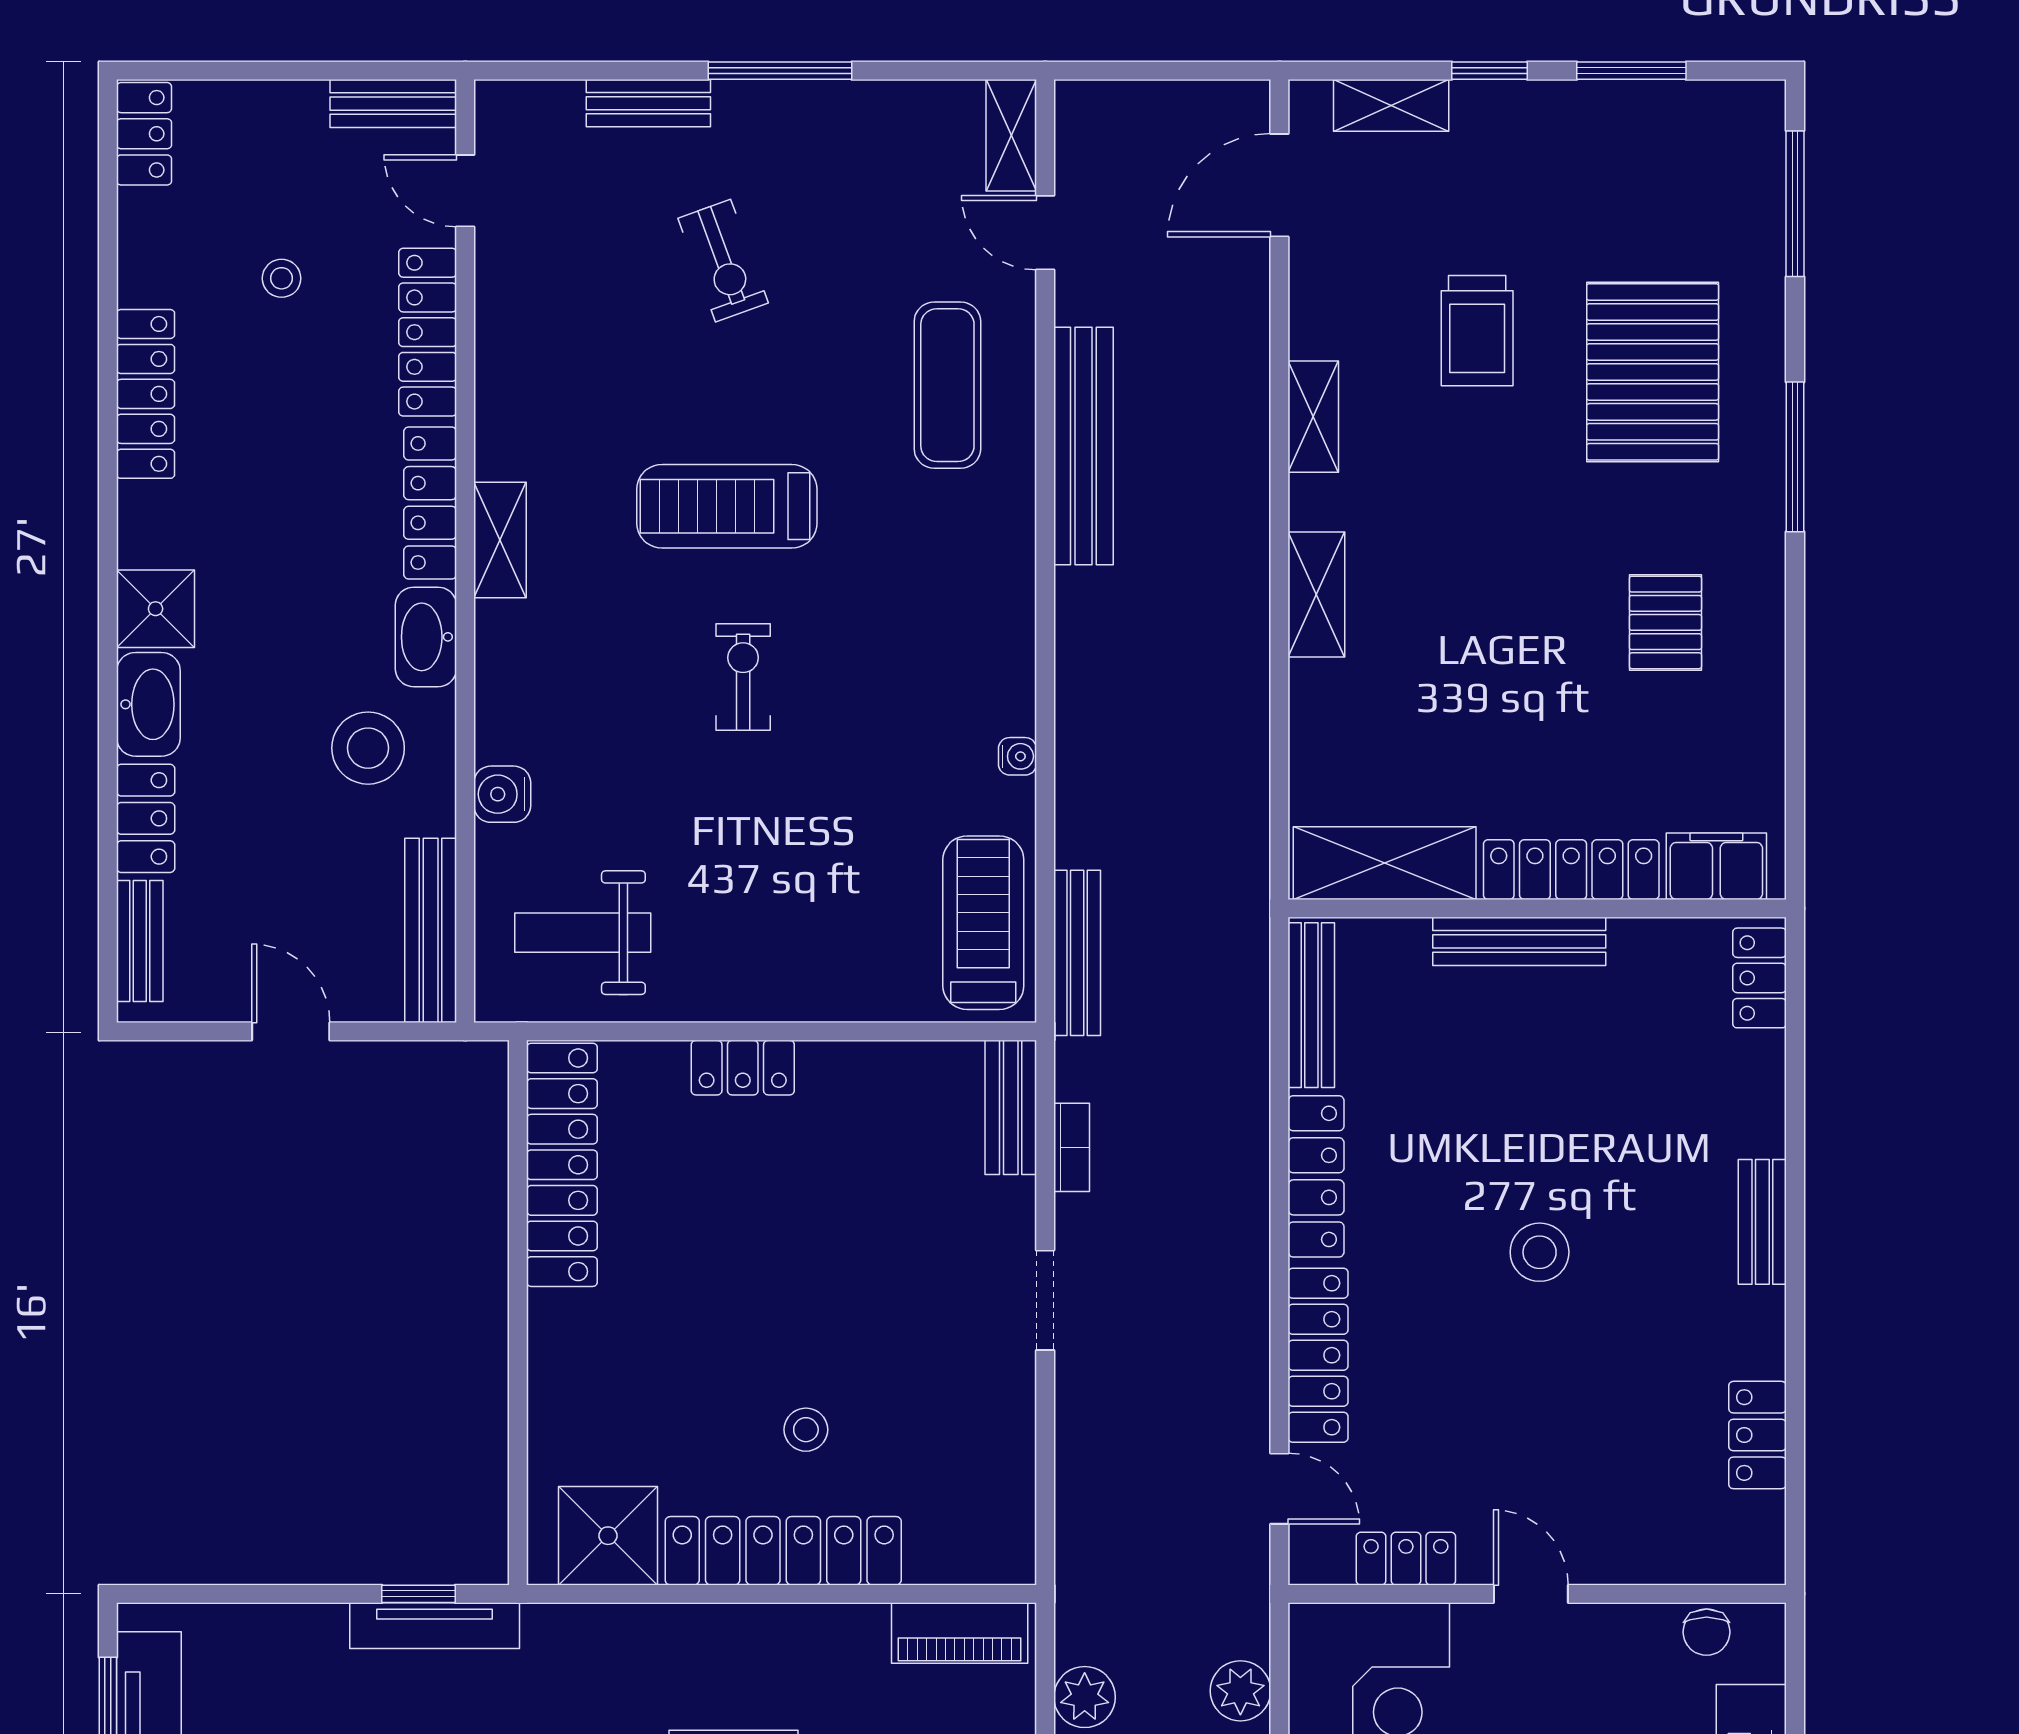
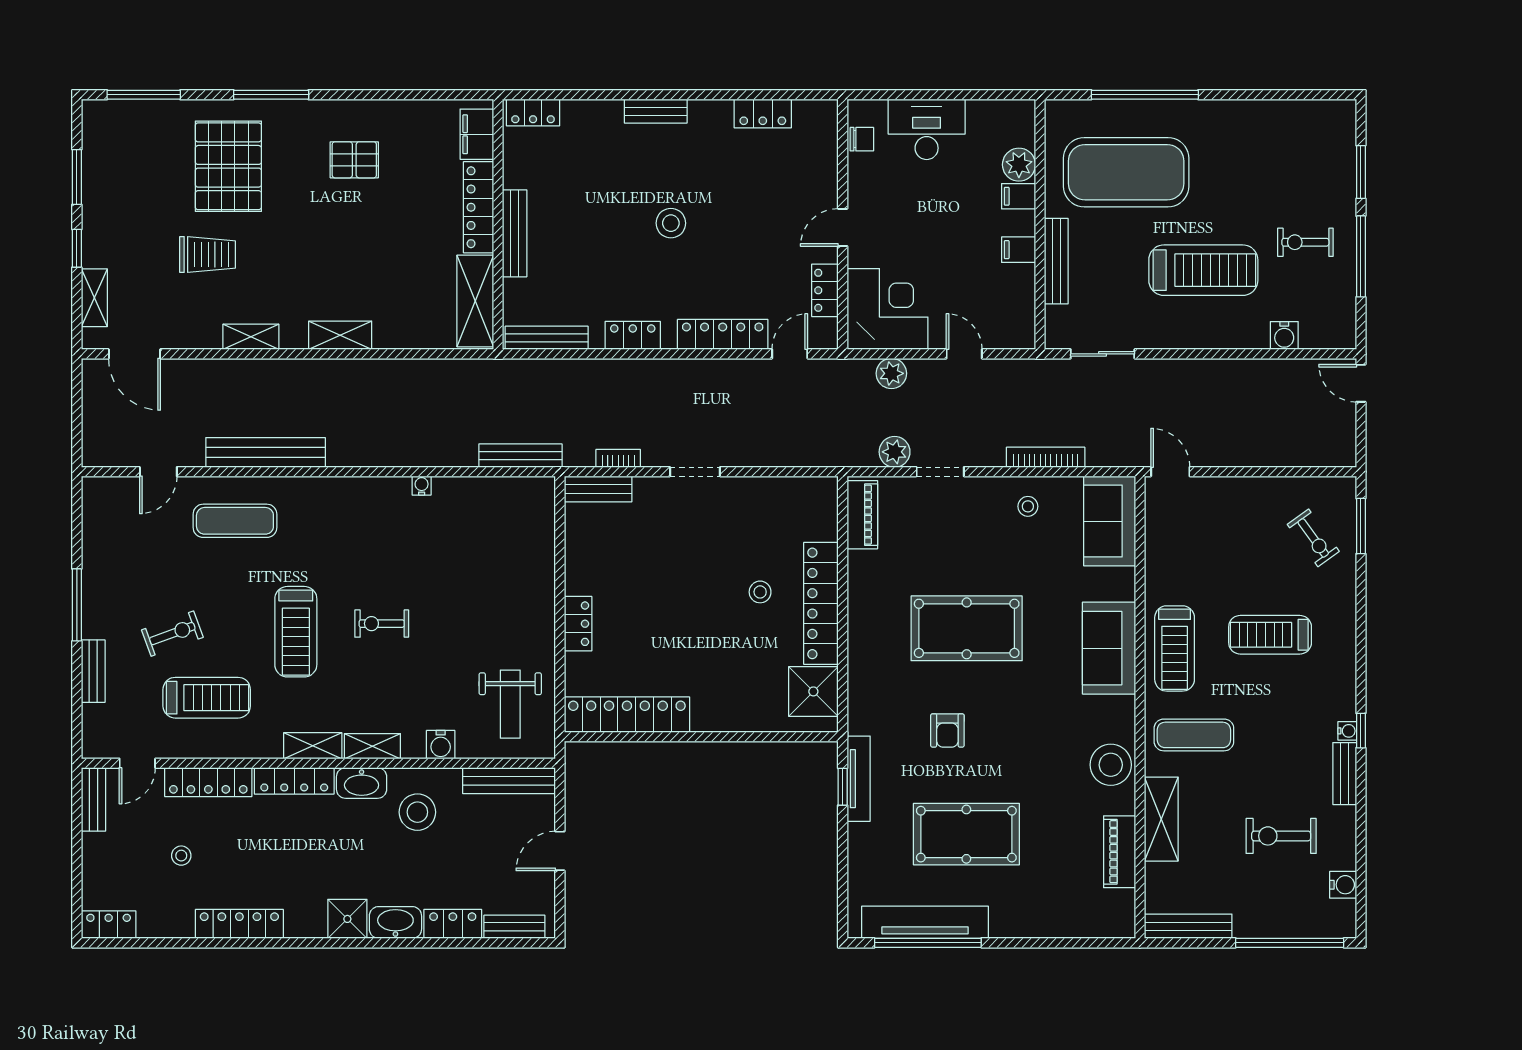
shelving: (1011, 135) -> (372, 746), moved
pallet: (1653, 372) -> (228, 166), turned 90
treadmill: (983, 923) -> (207, 698), moved, turned 180
locker: (1316, 1176) -> (633, 335), width x0.66

